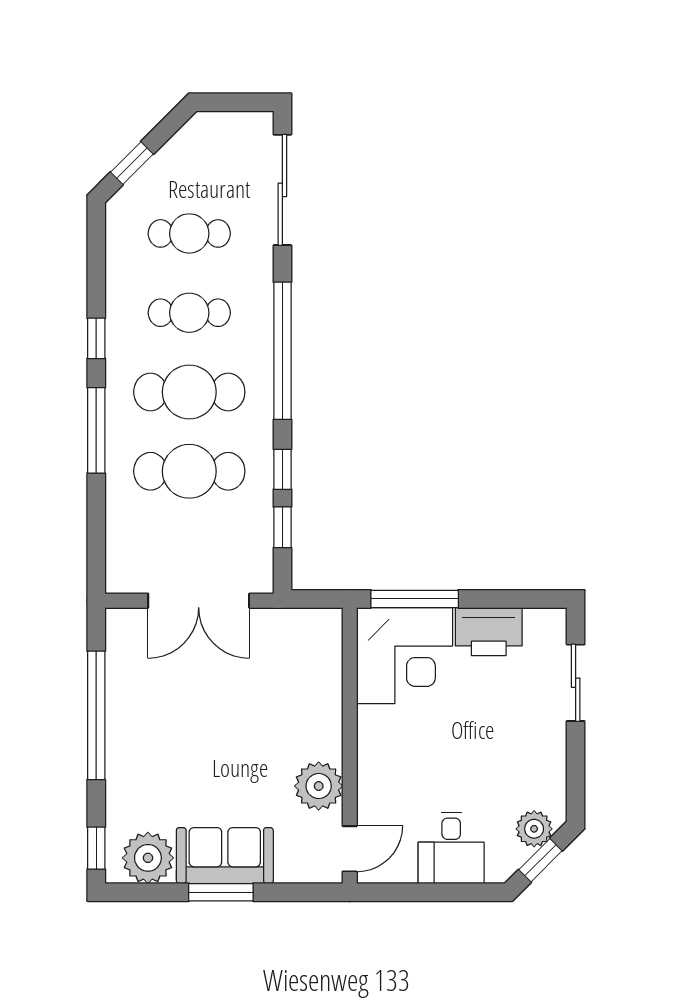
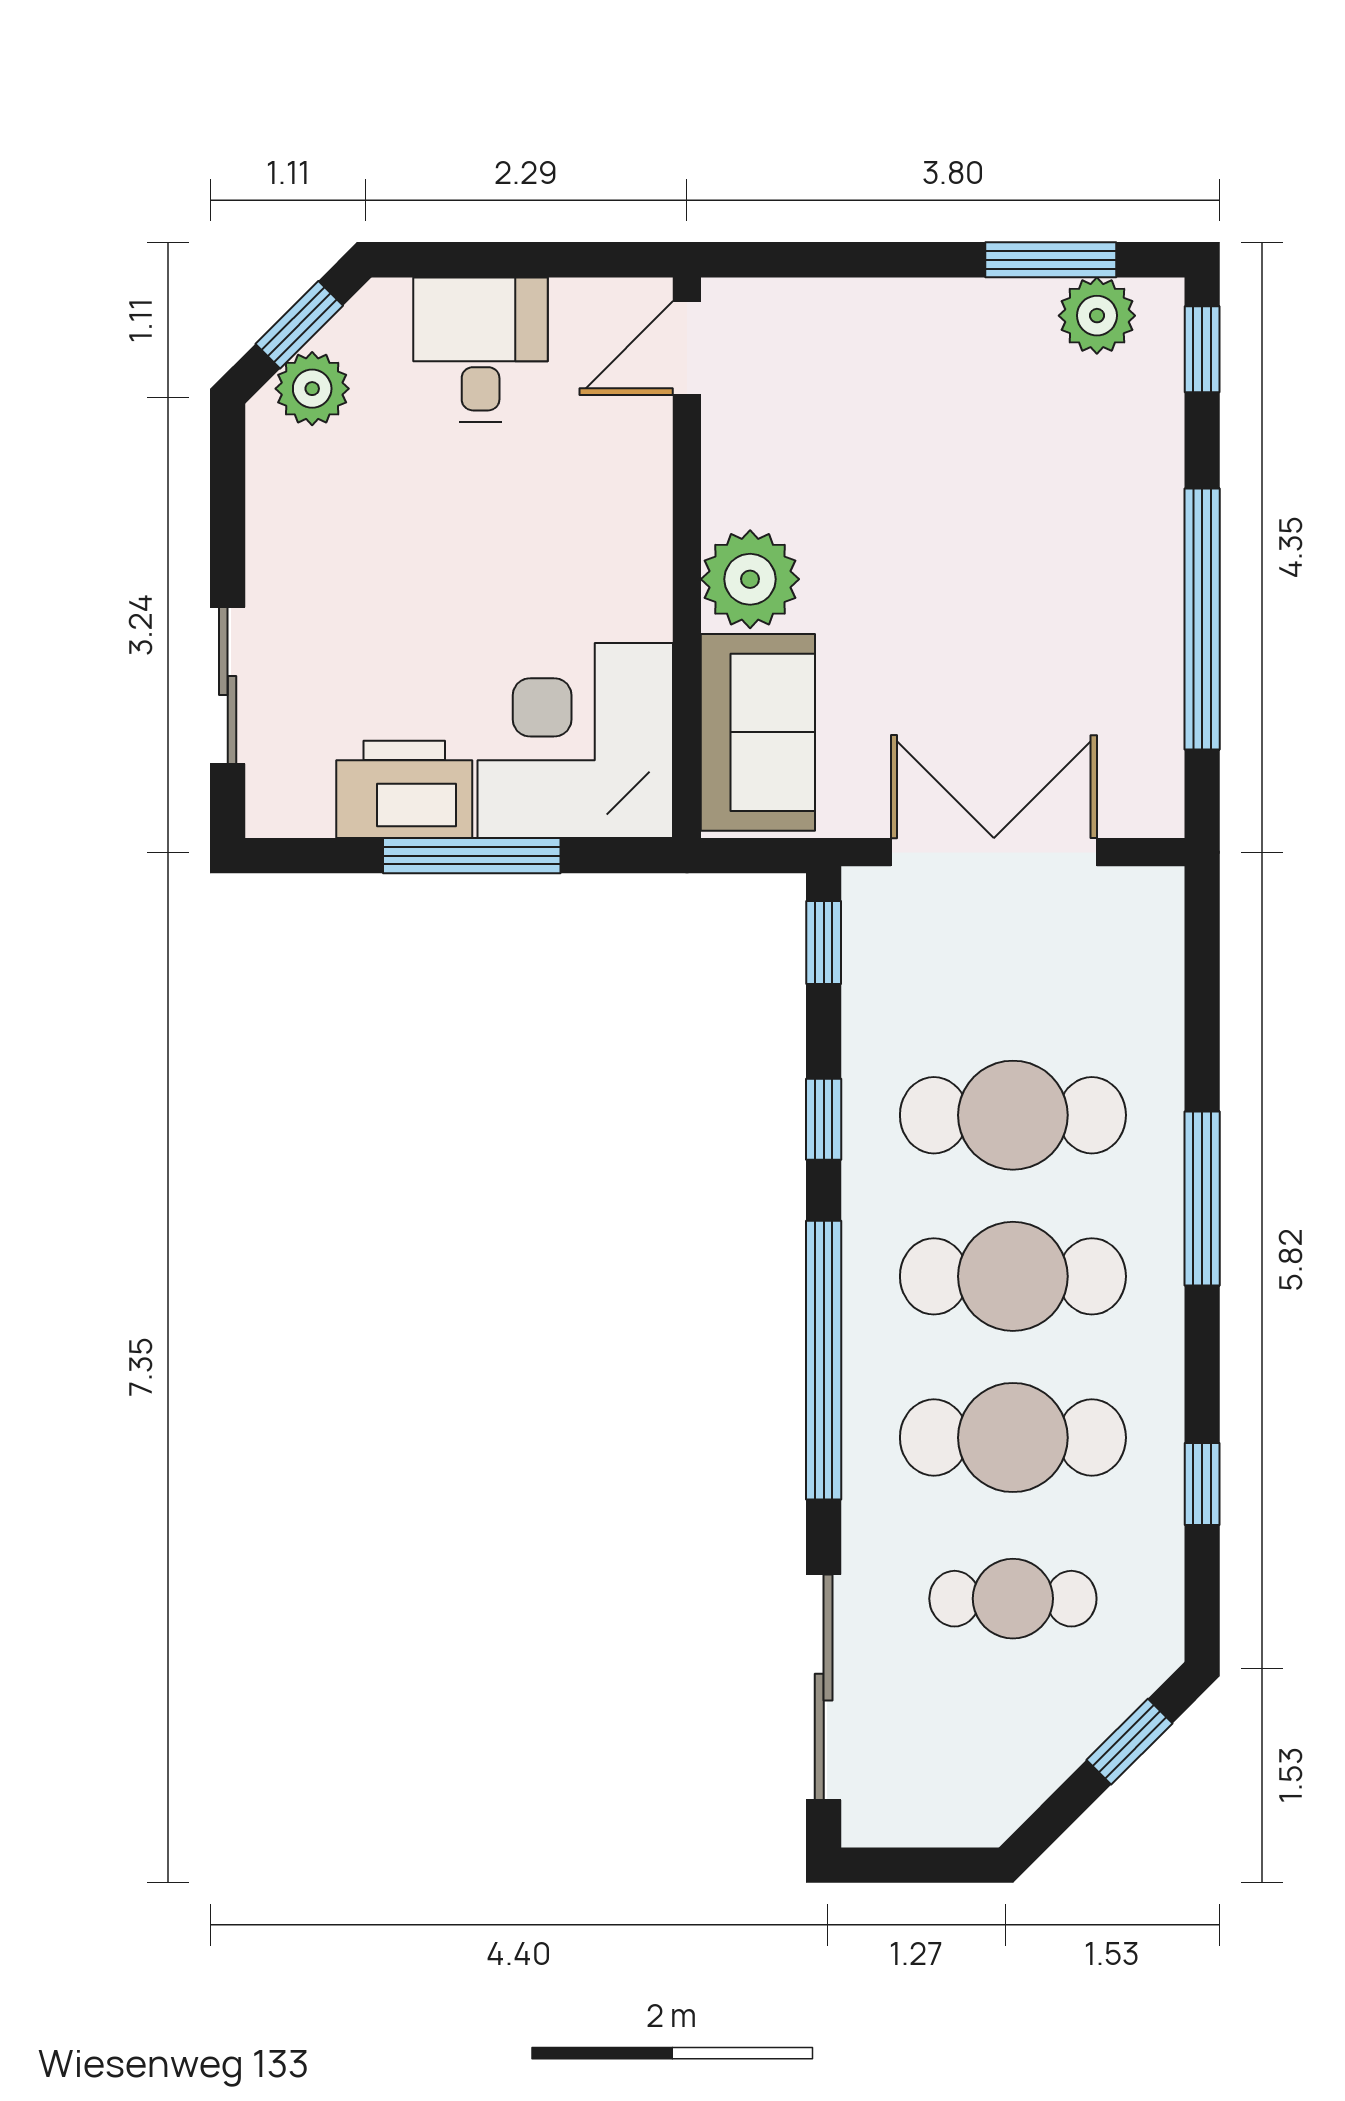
cafe table: (189, 313) -> (1013, 1438), width x1.37, depth x1.35
window: (96, 338) -> (1202, 1484), moved
window: (282, 527) -> (824, 942), moved
window: (415, 599) -> (472, 856), moved
plant: (319, 786) -> (750, 579), moved
sofa: (225, 856) -> (758, 732), moved, turned -90
plant: (148, 858) -> (1097, 316), width x0.73, depth x0.73
window: (221, 892) -> (1051, 260), moved

